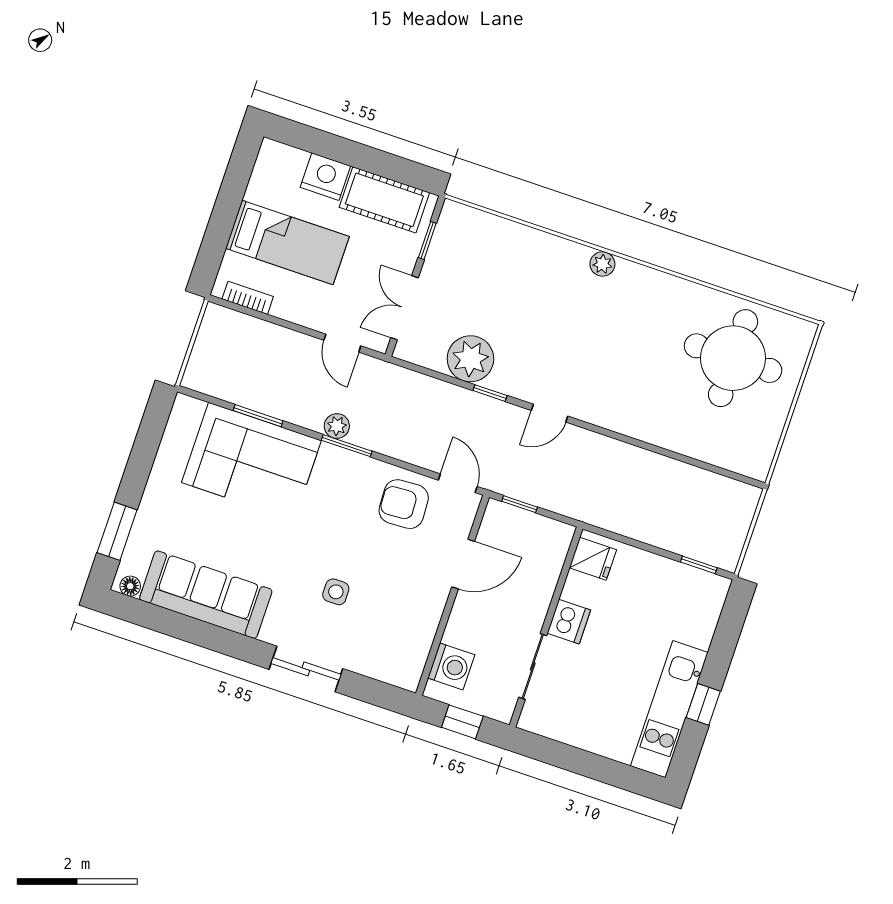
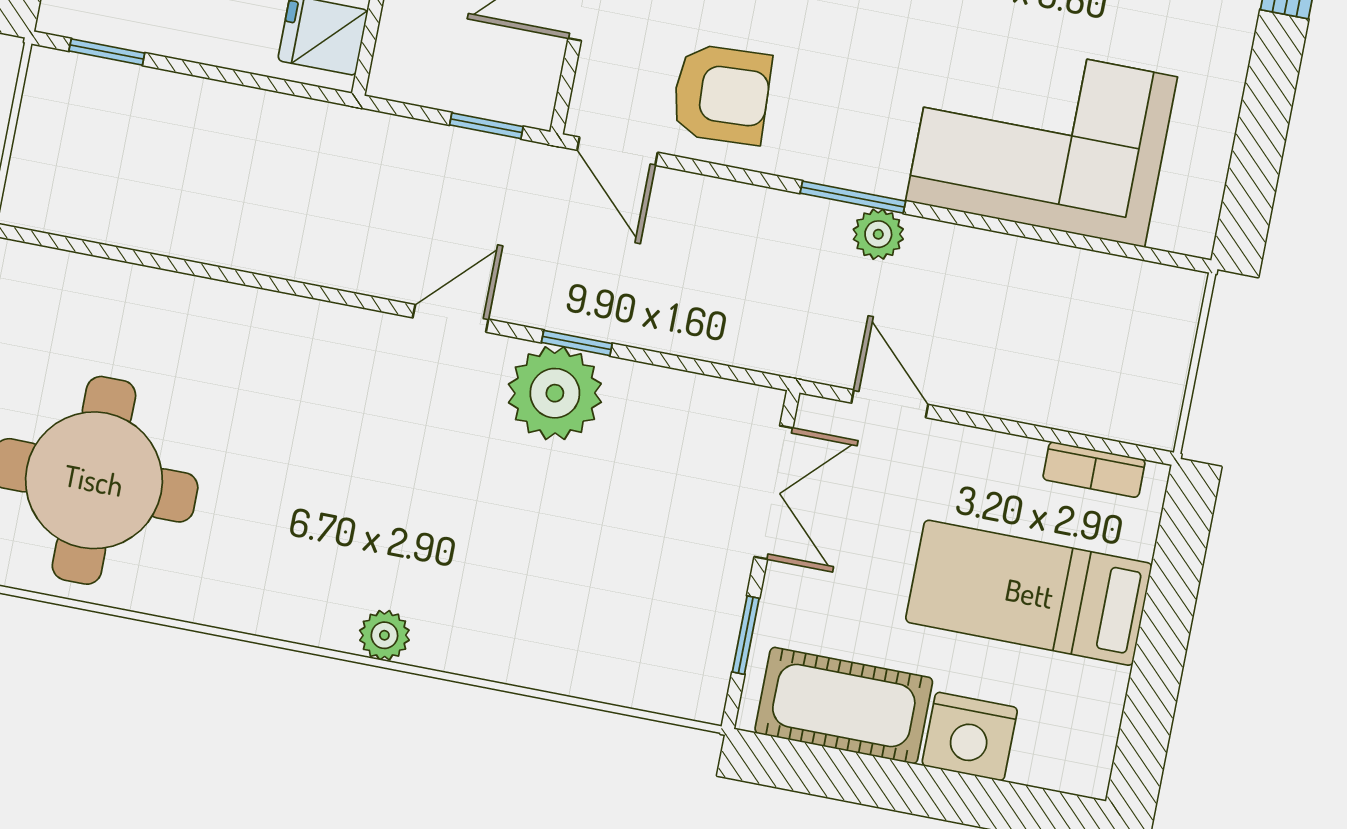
plant: (470, 359) -> (555, 393), moved
window: (258, 416) -> (1041, 234), removed

